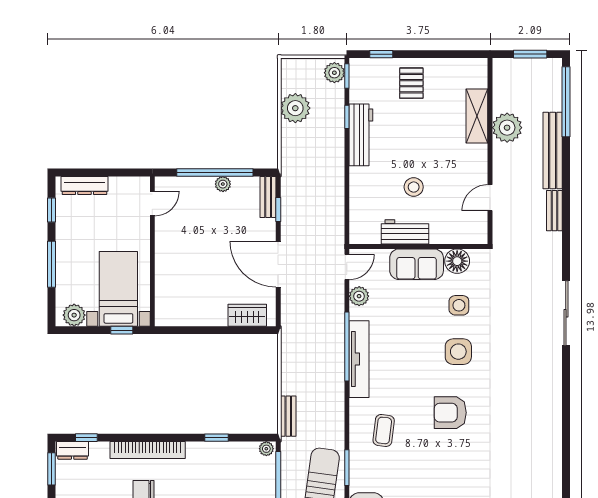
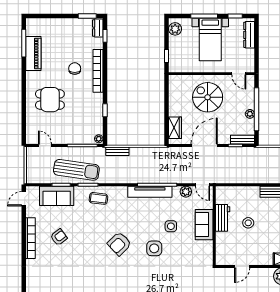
door: (490, 198) -> (242, 266), swing flipped
spiral stairs: (194, 258) -> (208, 97), added
floor lamp: (457, 261) -> (206, 248), removed
bed with nightstands: (118, 289) -> (210, 40), moved, turned 90
side table: (459, 305) -> (171, 226), moved
armchair: (450, 413) -> (119, 244), turned -134
coffee table: (384, 430) -> (98, 198), moved

